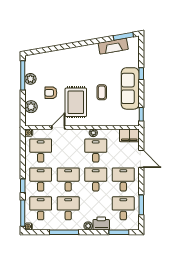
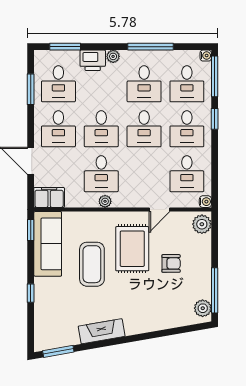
fireplace: (113, 46) -> (102, 331), moved
plant: (30, 79) -> (203, 308), moved
sofa: (130, 88) -> (48, 244), moved
coffee table: (102, 92) -> (92, 264), width x1.86, depth x1.72
plant: (31, 107) -> (202, 224), moved

